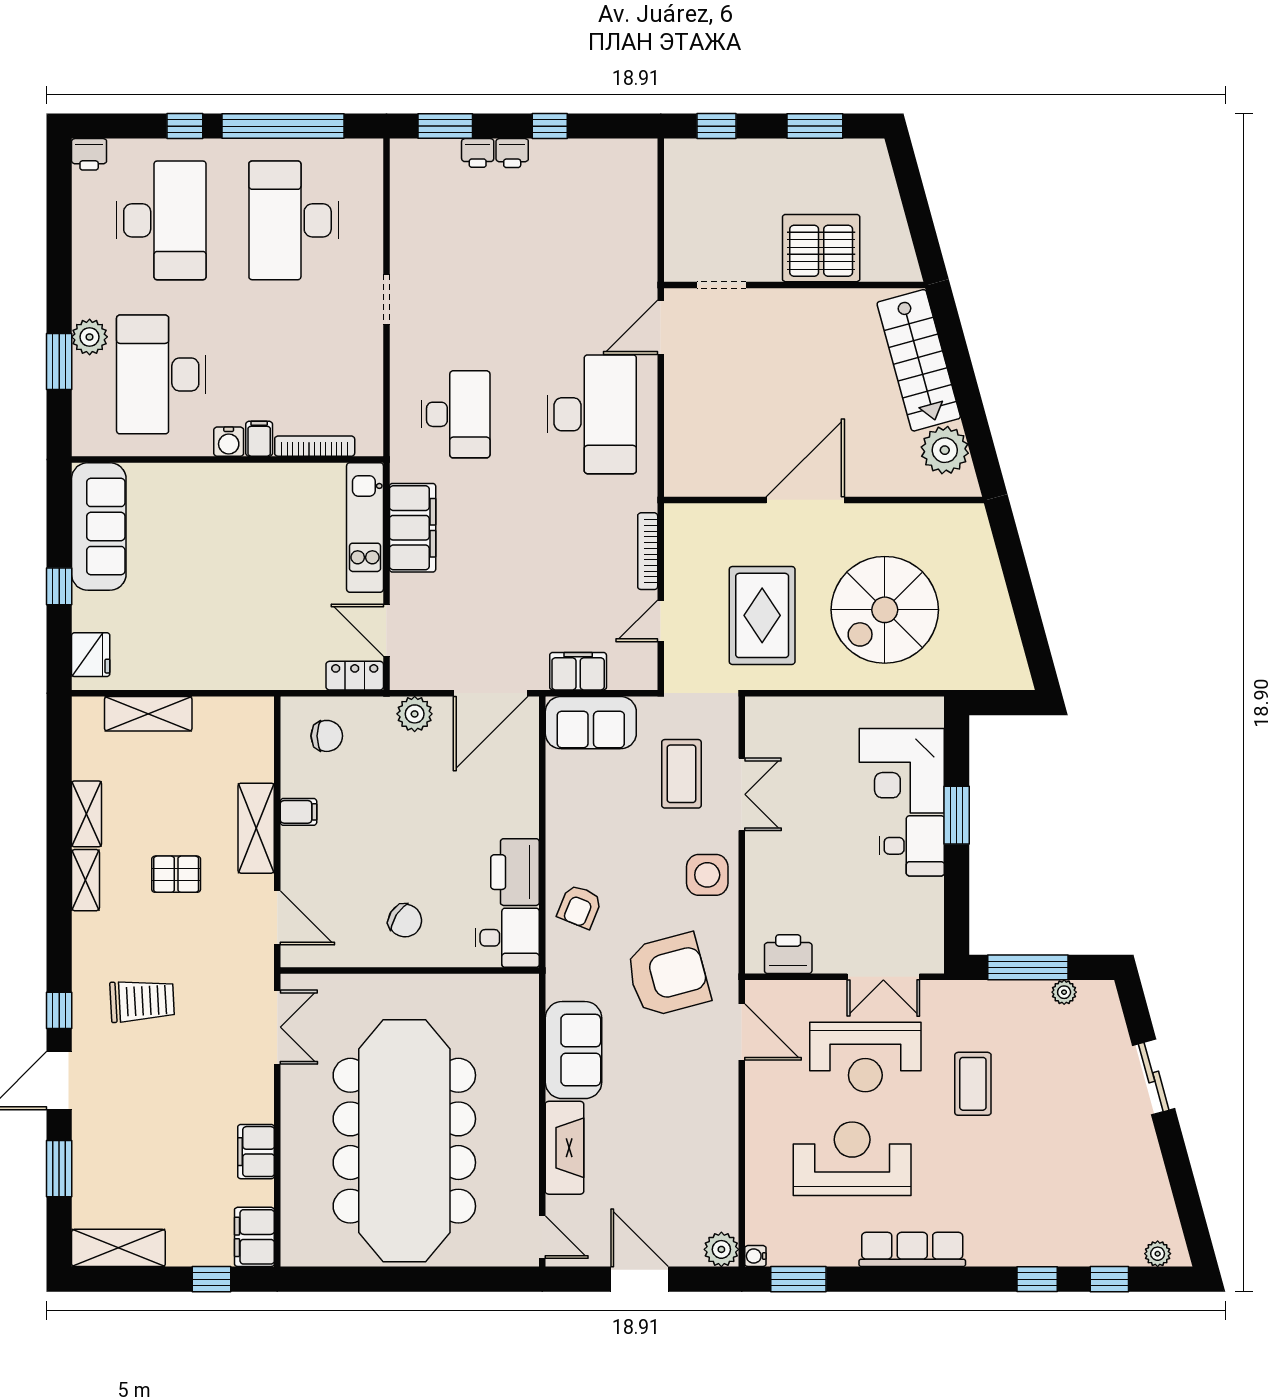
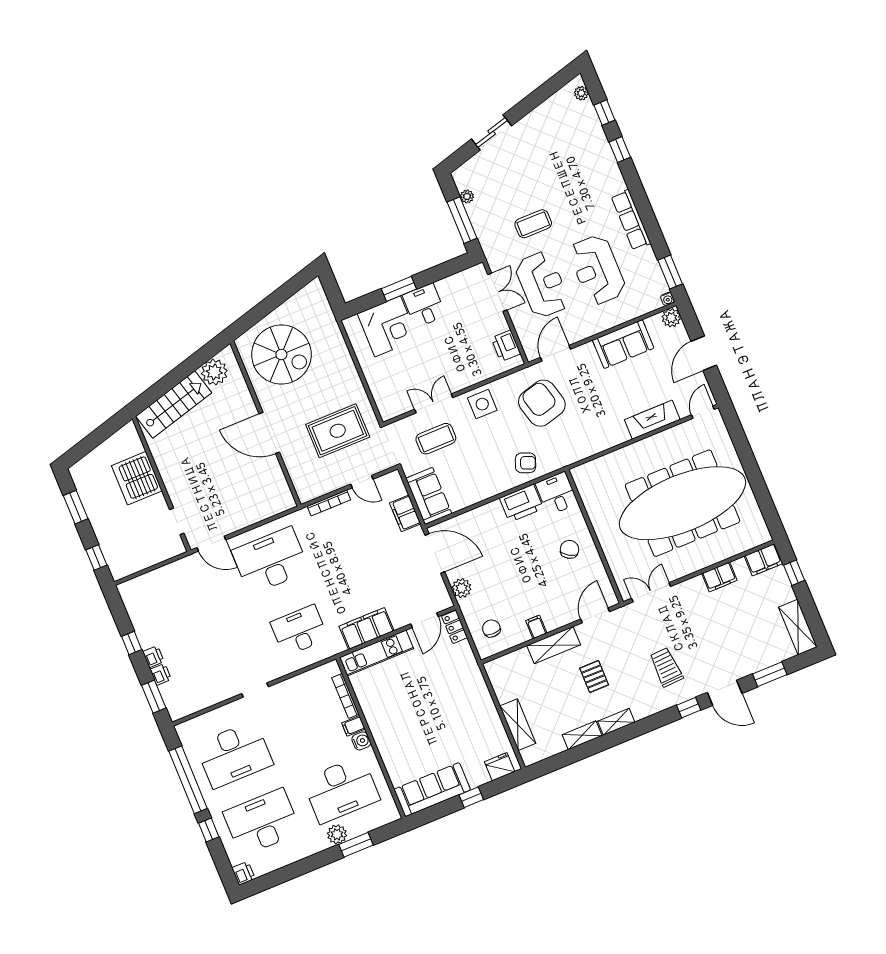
spiral stairs: (885, 610) -> (281, 355), moved
sofa: (573, 1050) -> (623, 344), moved, turned 180

